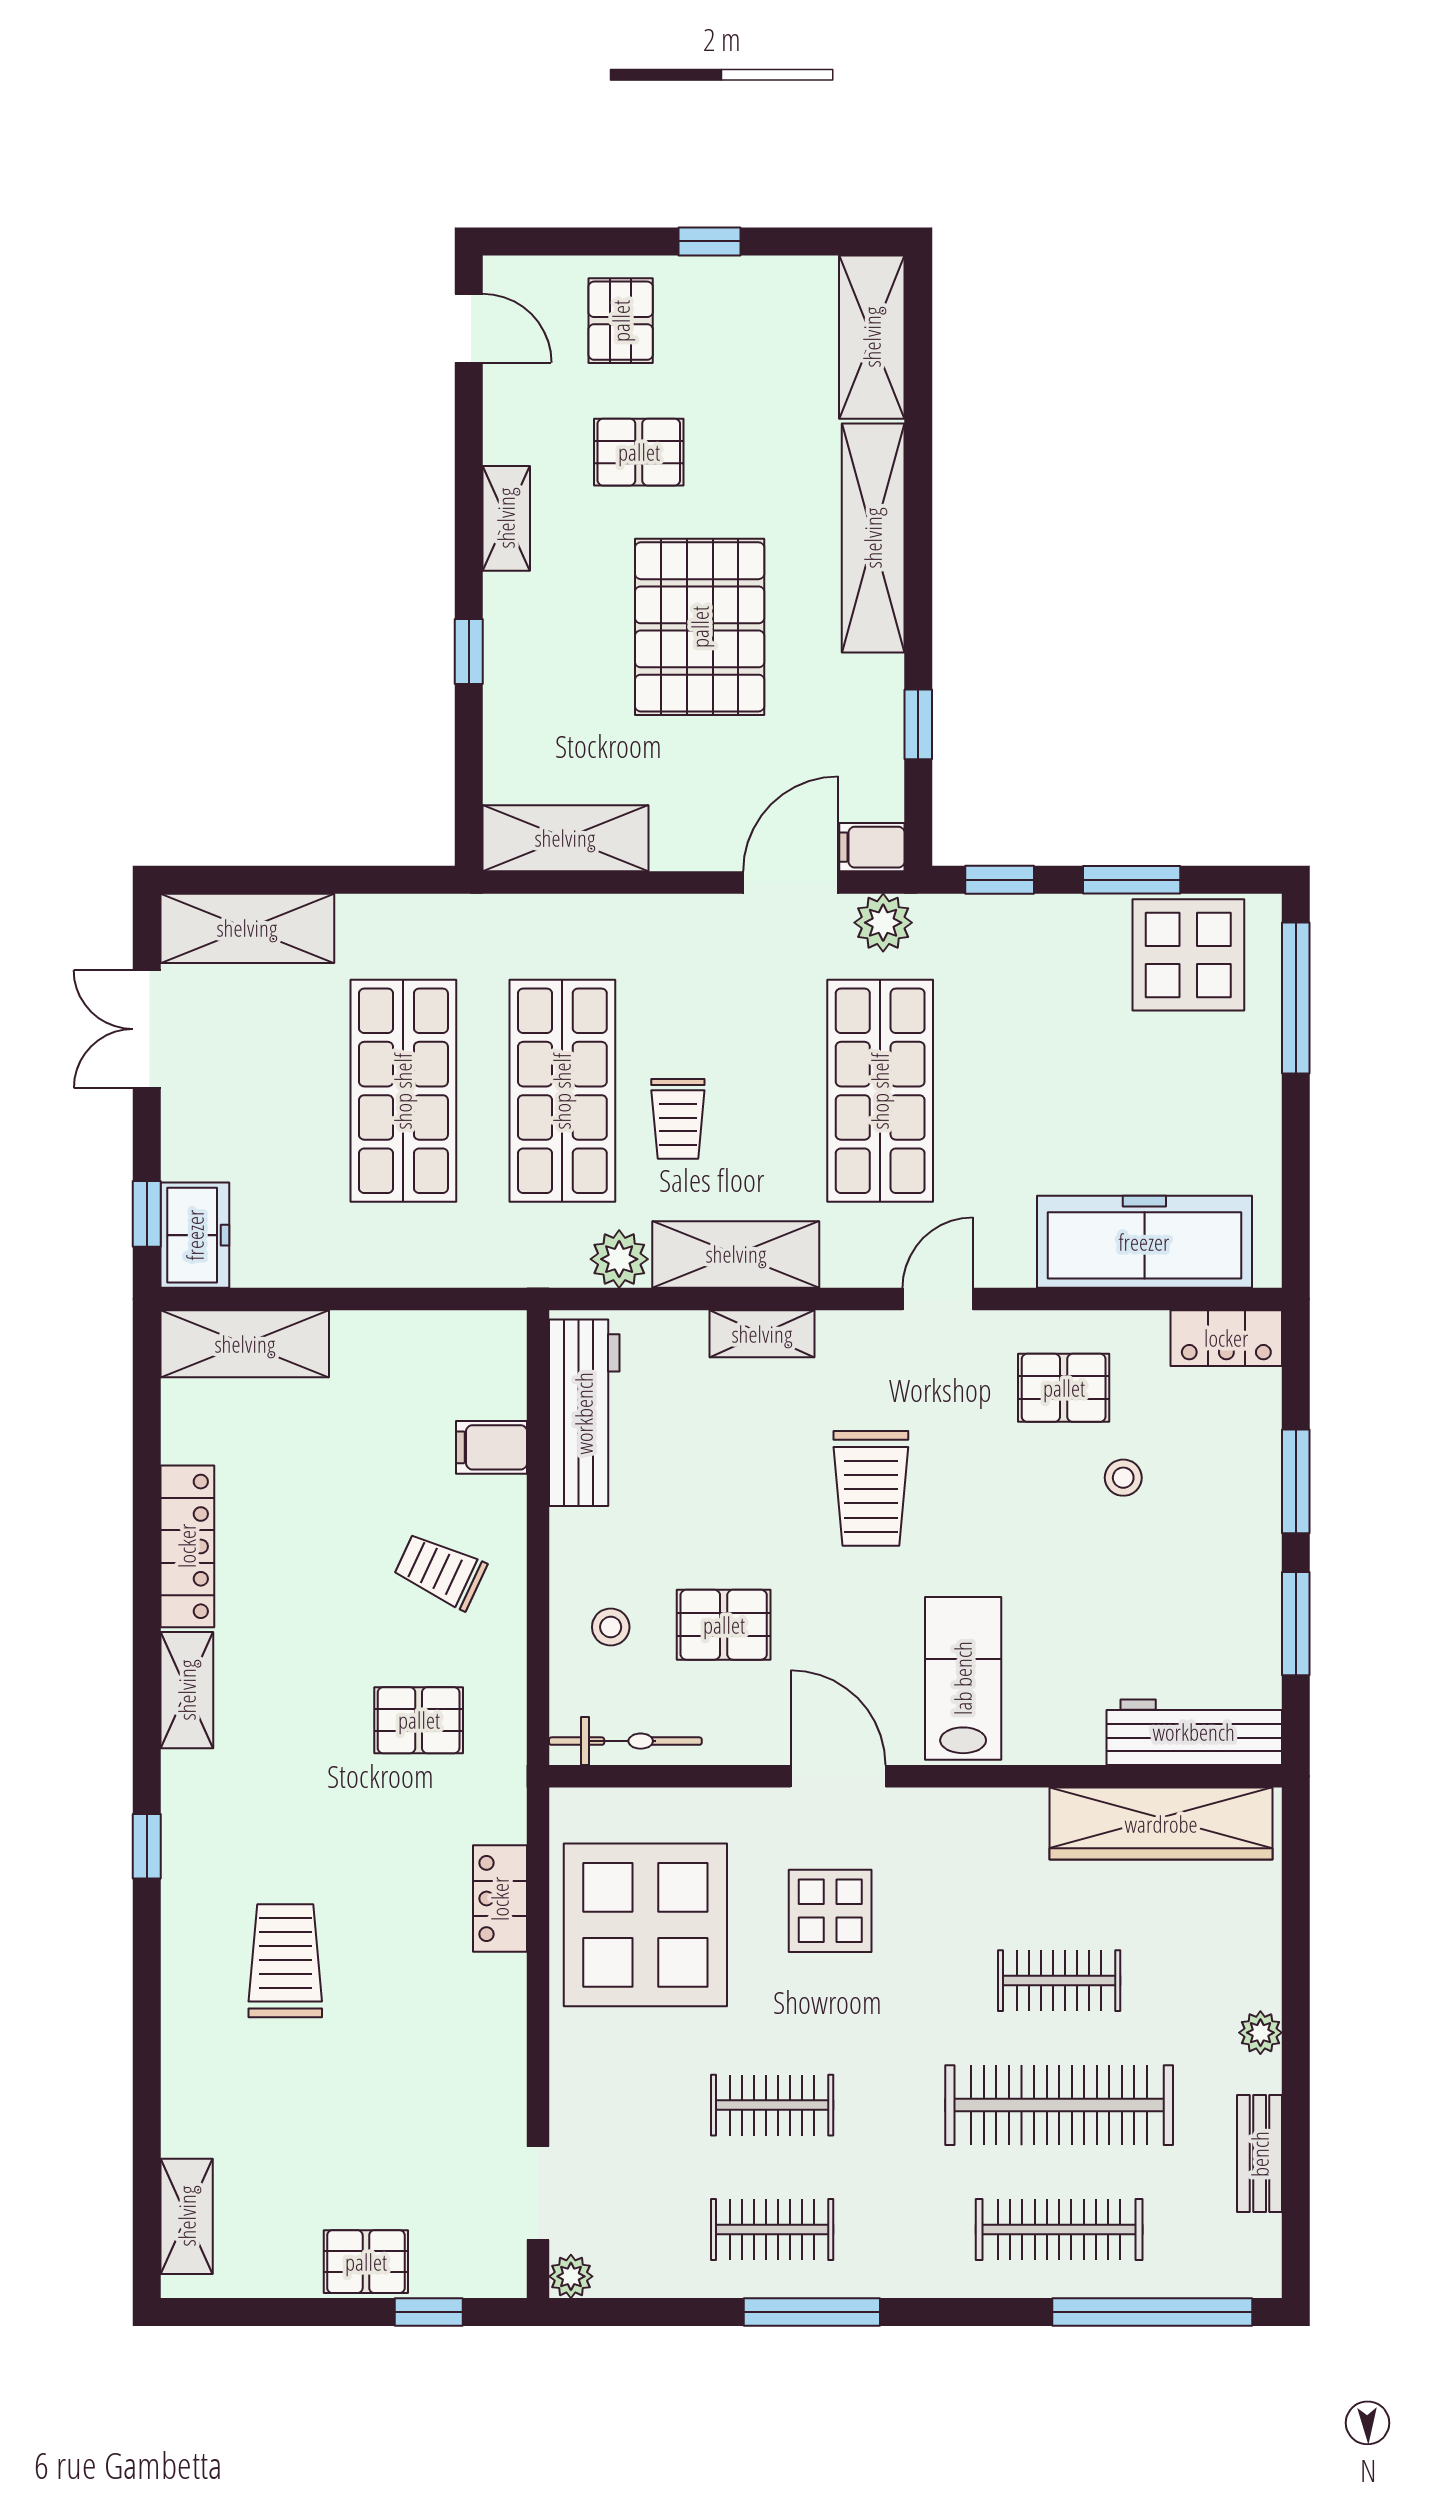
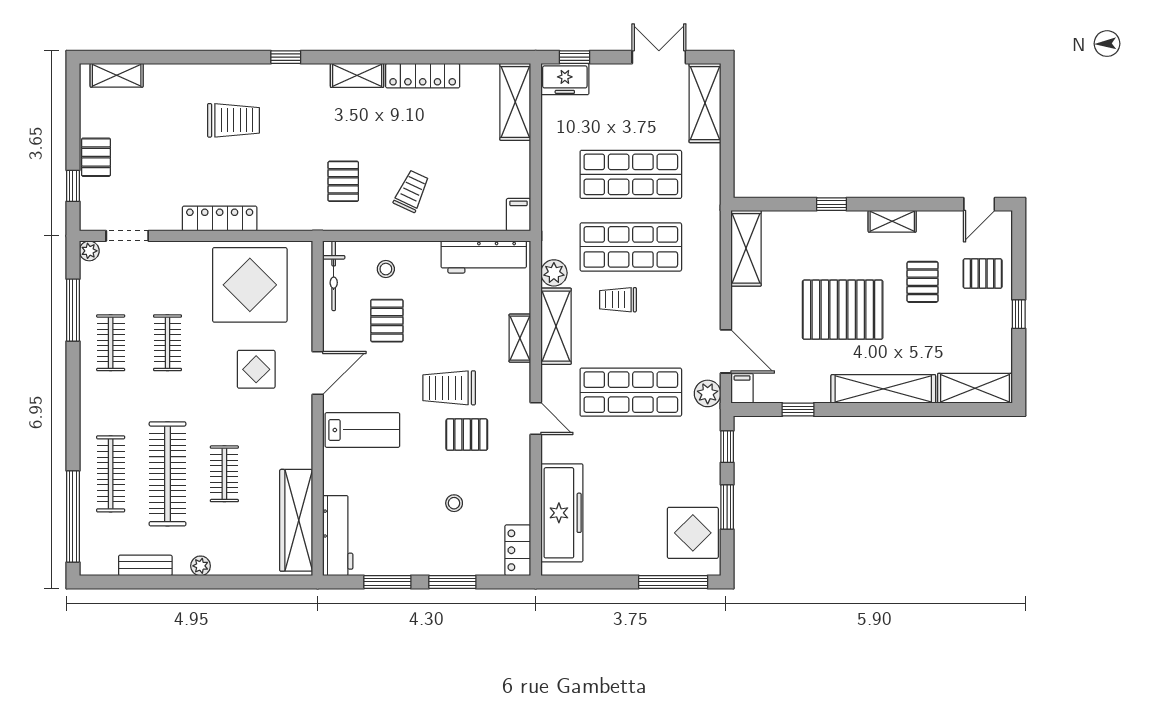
pallet: (1064, 1388) -> (467, 435), moved, turned 90
filing cabinet: (492, 1447) -> (519, 215), moved
locker: (500, 1899) -> (220, 218), moved, width x1.53
window: (812, 2312) -> (73, 310), moved

